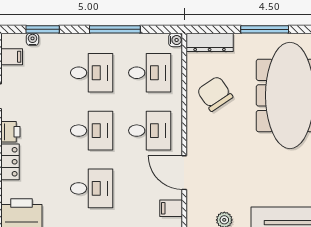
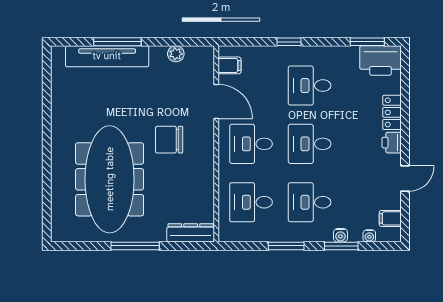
window: (43, 29) -> (341, 246), moved
window: (115, 29) -> (286, 246), width x0.69
water cooler: (176, 40) -> (340, 235), moved, turned -90
chair: (215, 94) -> (169, 140), moved, turned 124

